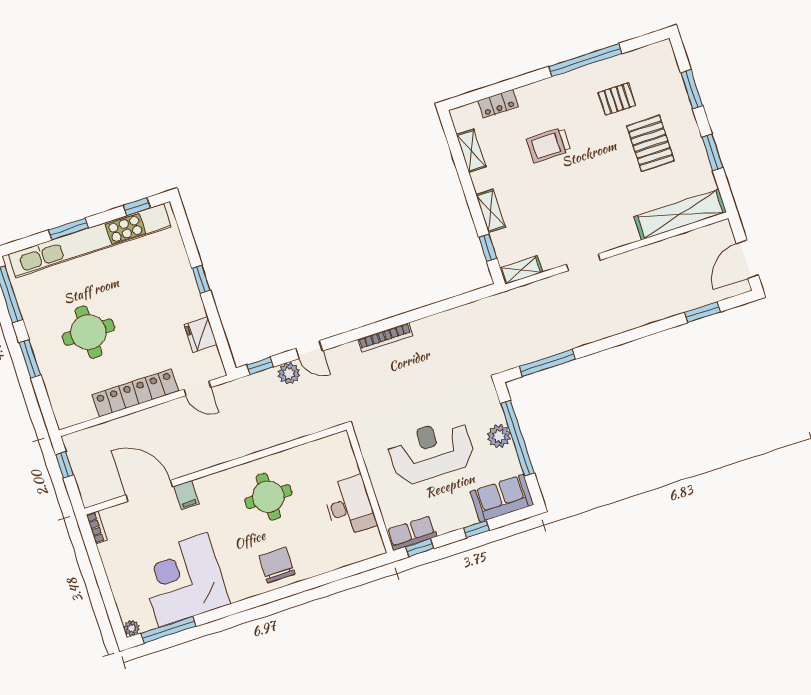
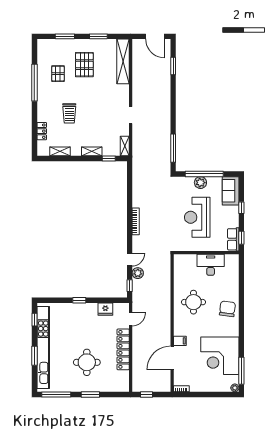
pallet: (650, 143) -> (84, 65), turned 90
chair: (277, 565) -> (227, 309), turned 97

